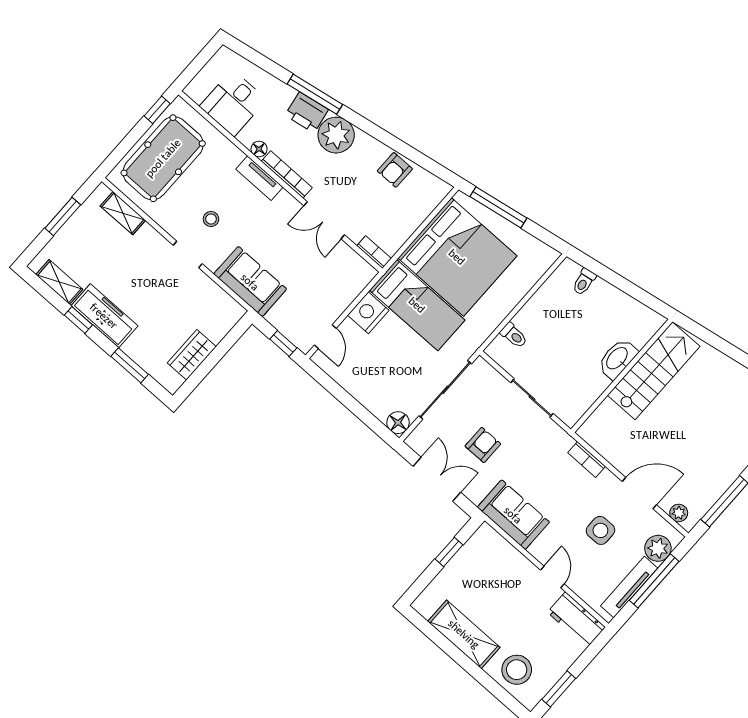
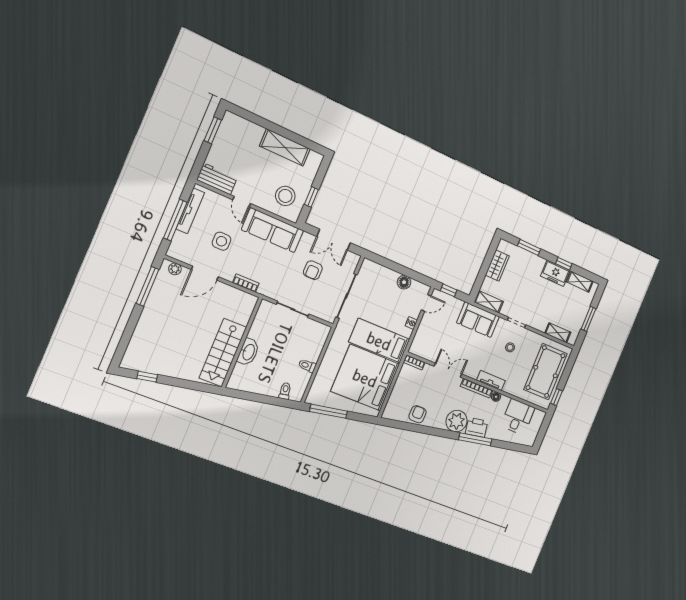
window: (498, 207) -> (329, 411), moved
shelving: (224, 303) -> (489, 302), added
nightstand: (368, 313) -> (411, 323), width x0.53, depth x0.56
freezer: (104, 316) -> (555, 273), width x0.71
toilet: (514, 335) -> (307, 366), moved
door: (325, 337) -> (426, 303), swing flipped
floor lamp: (398, 423) -> (404, 282), moved
sofa: (513, 515) -> (273, 230), width x1.36
plant: (658, 548) -> (180, 242), removed
stool: (517, 670) -> (285, 196), moved

